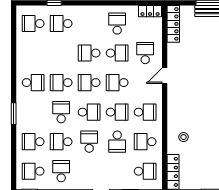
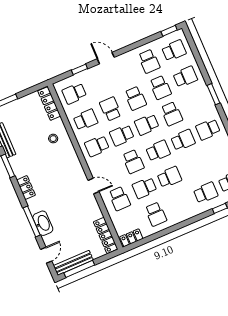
door: (165, 76) -> (93, 186), hinge flipped
school desk: (117, 83) -> (133, 162), turned 90
school desk: (61, 142) -> (160, 88), turned 90

